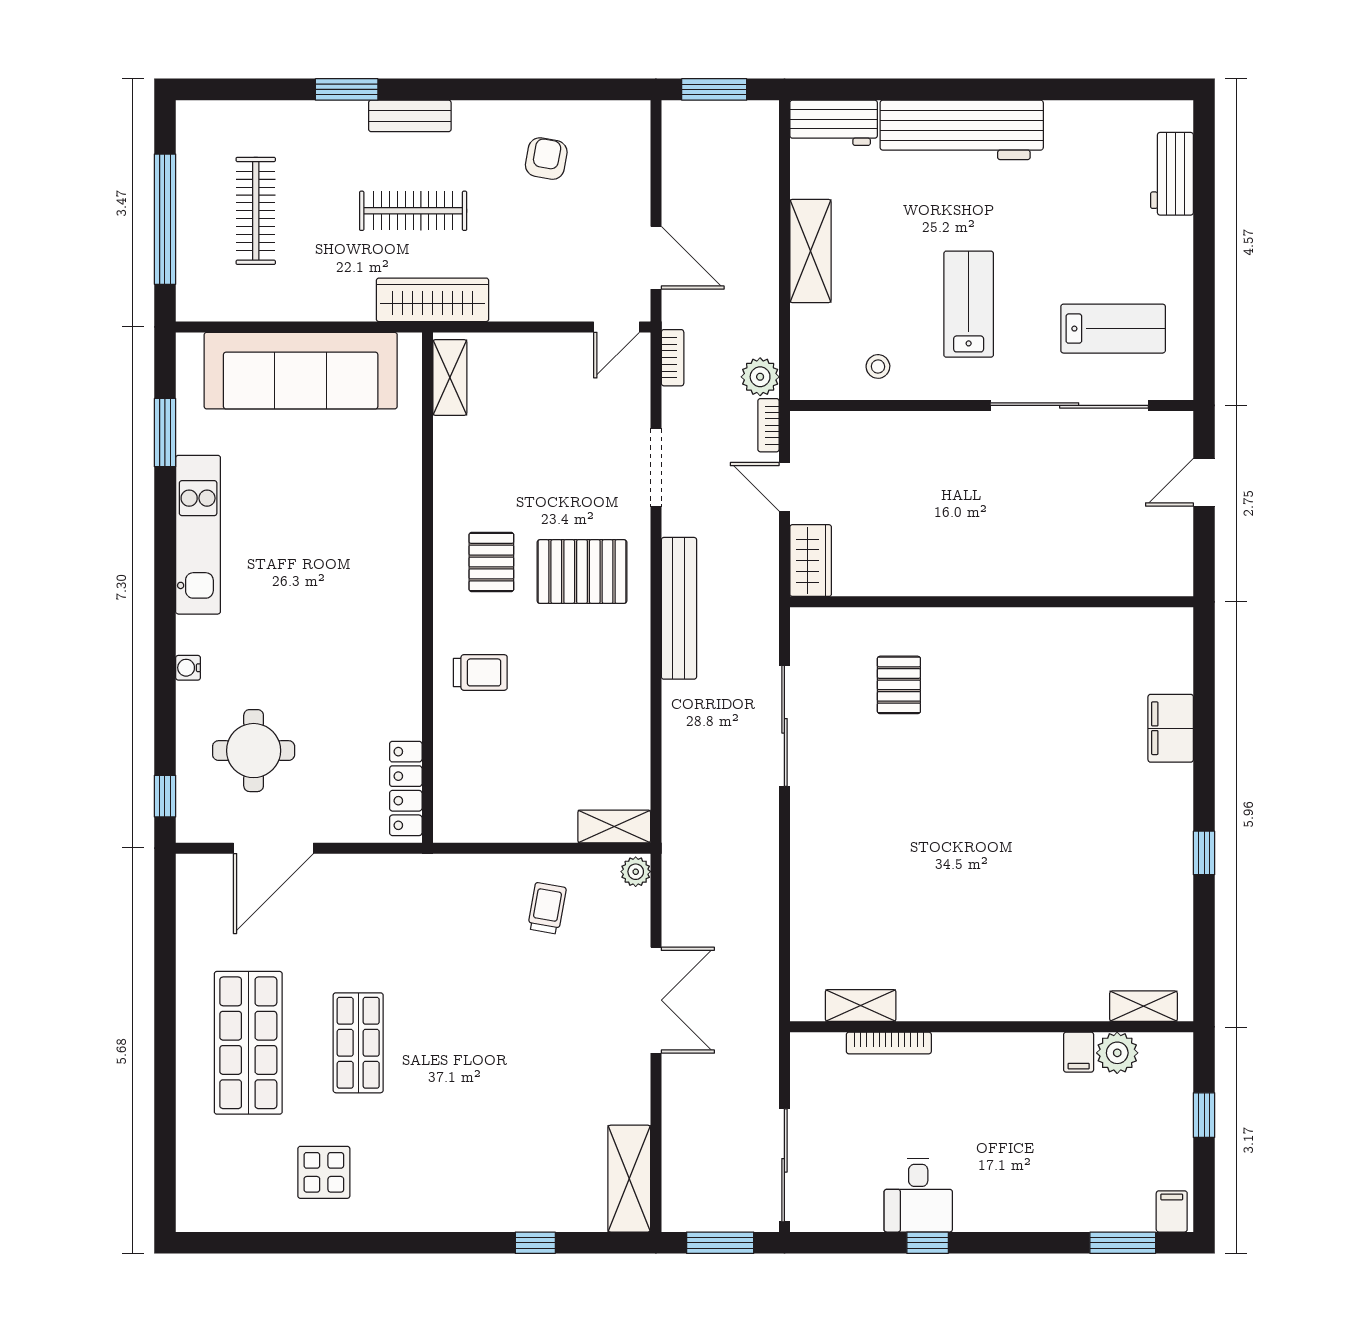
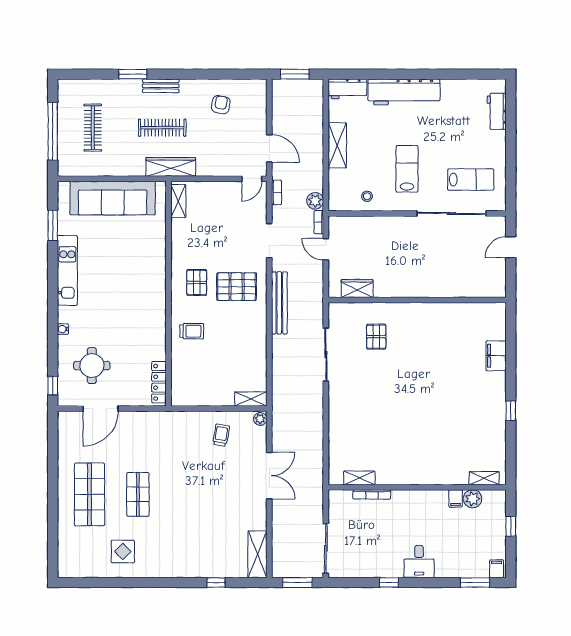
wardrobe: (811, 561) -> (357, 288), moved, turned -90
desk: (918, 1195) -> (419, 562), moved

